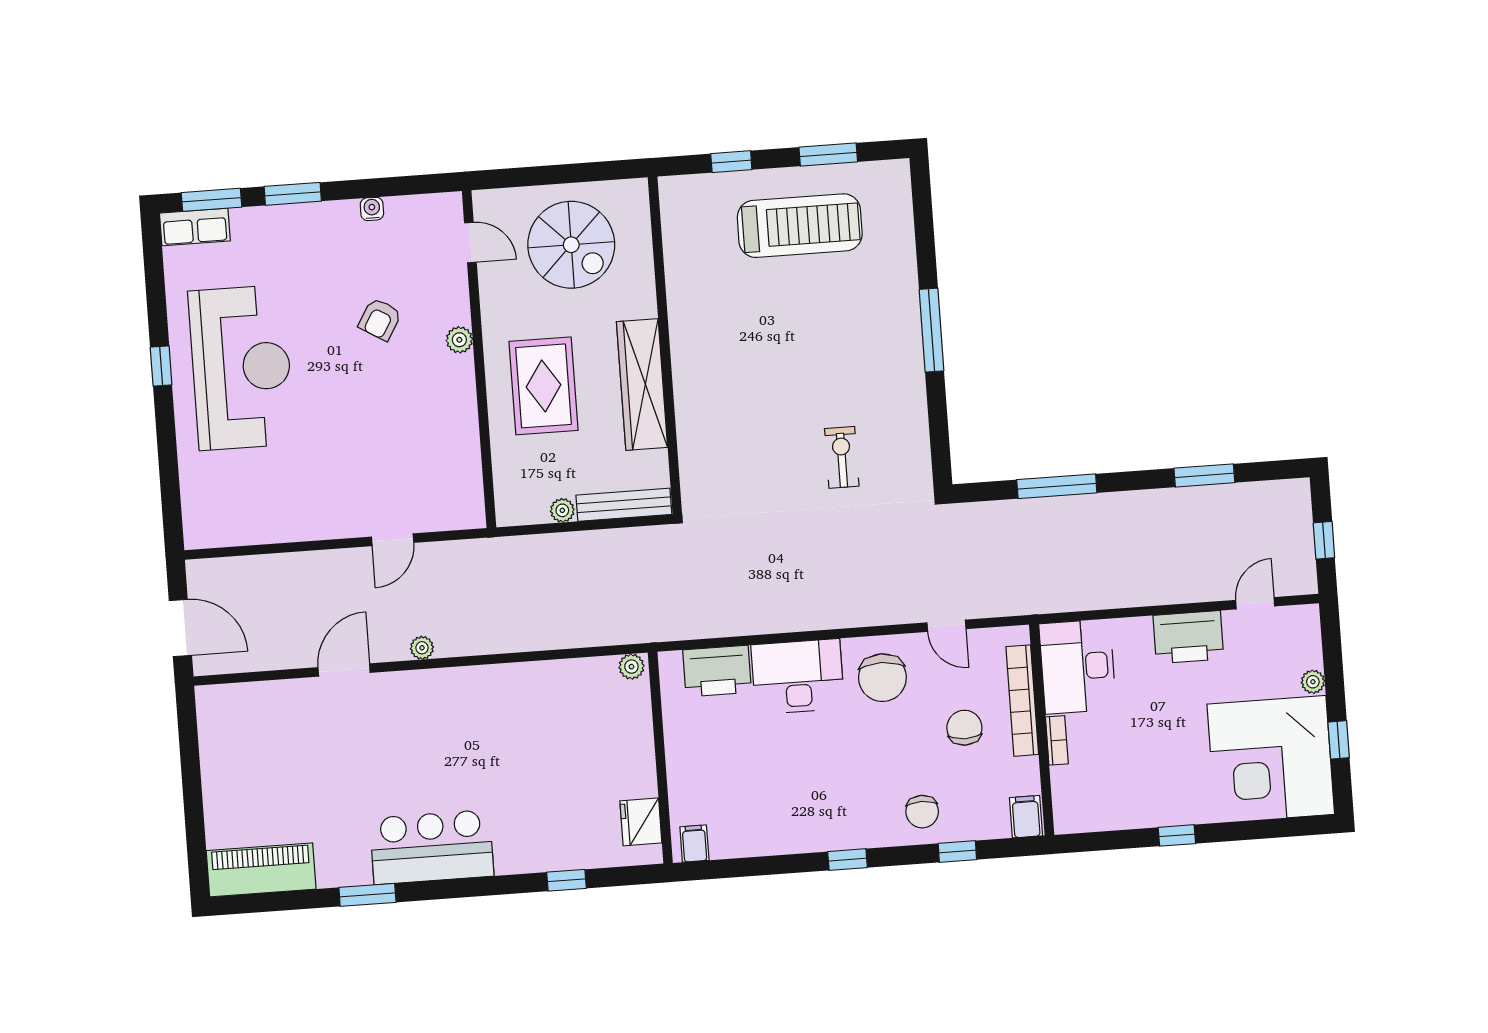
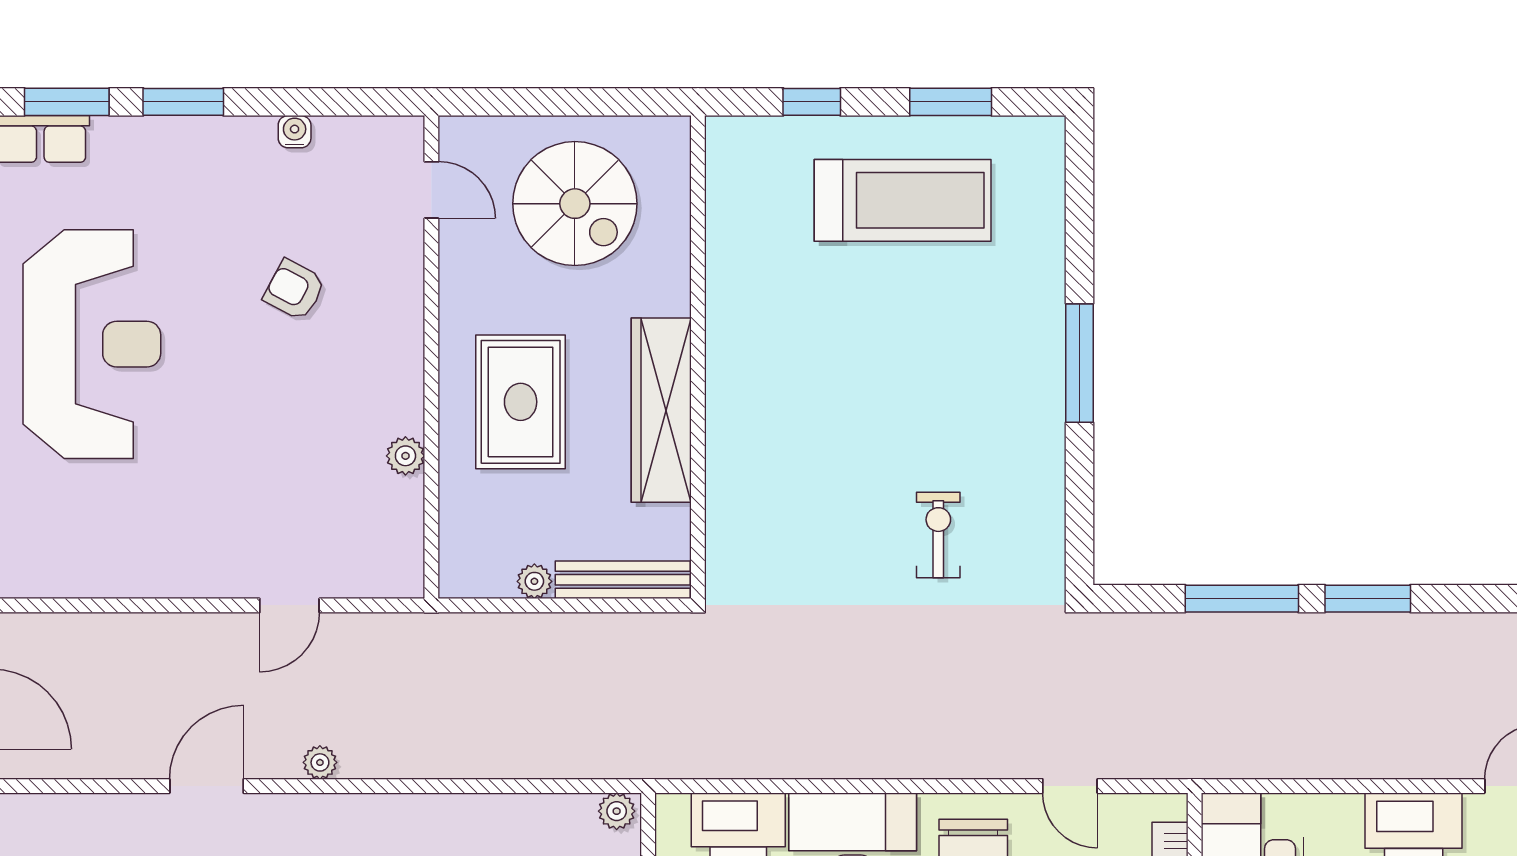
armchair: (380, 319) -> (294, 290), turned 87
plant: (459, 340) -> (405, 456), moved
window: (1204, 475) -> (1368, 599), moved

